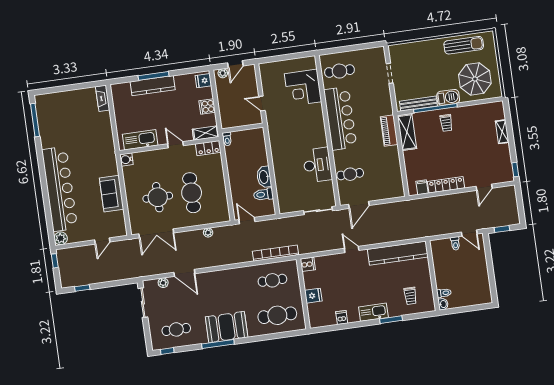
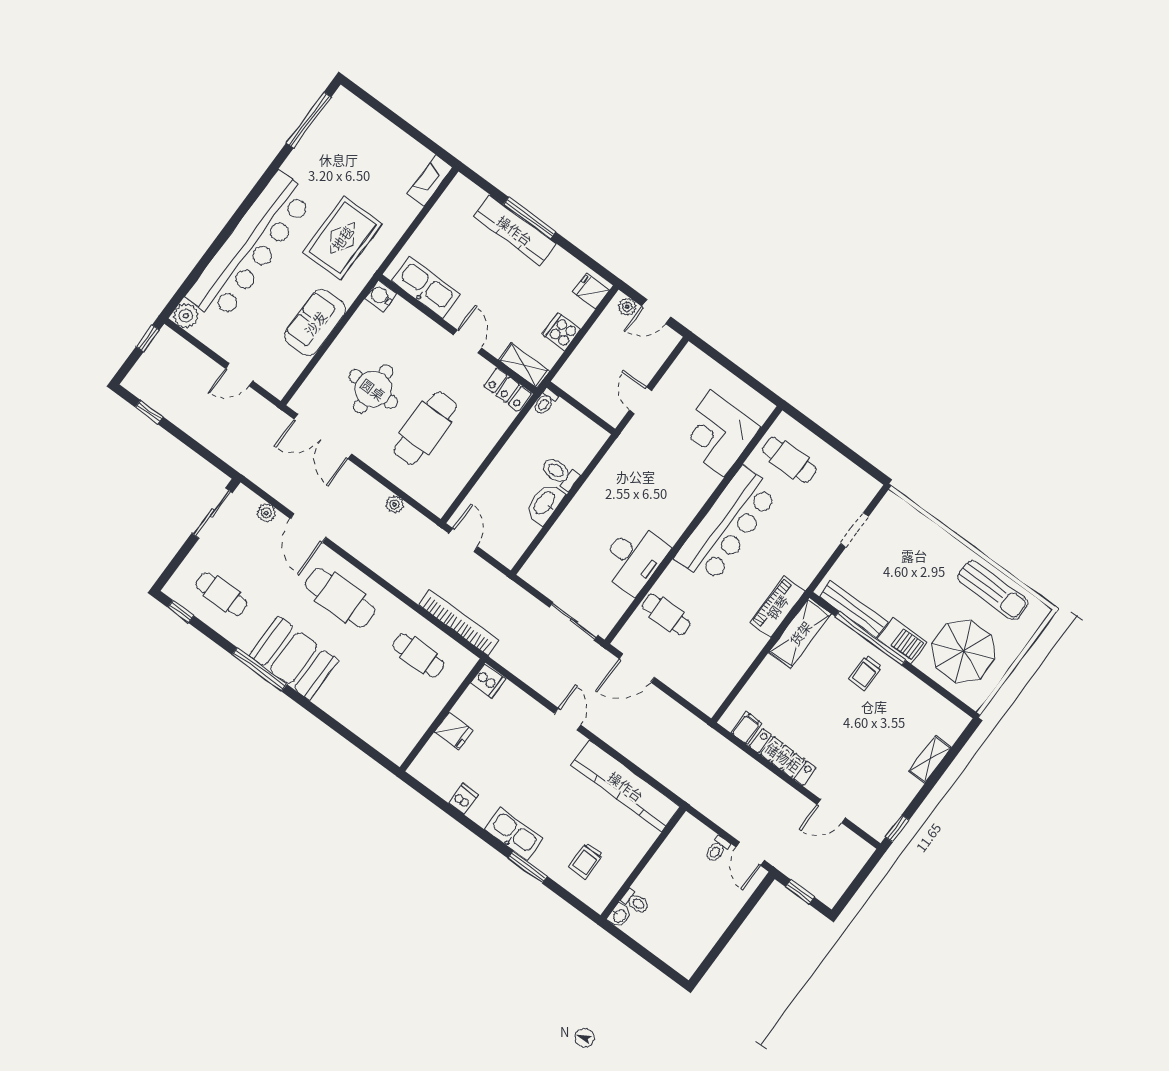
rug: (91, 152) -> (342, 238), added
toilet: (263, 194) -> (560, 473), moved
cafe table: (277, 315) -> (340, 598), moved

